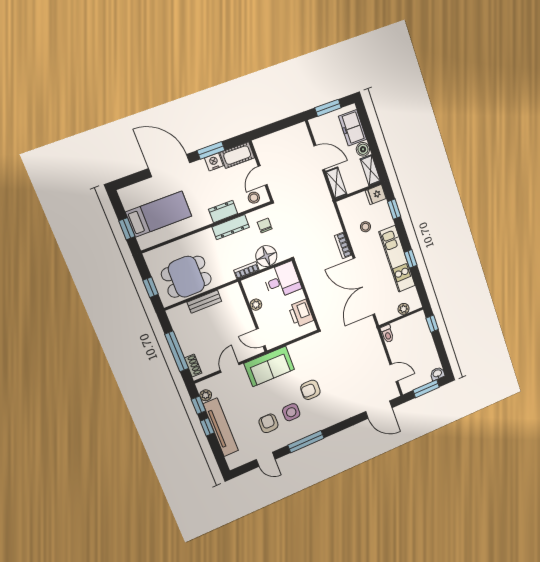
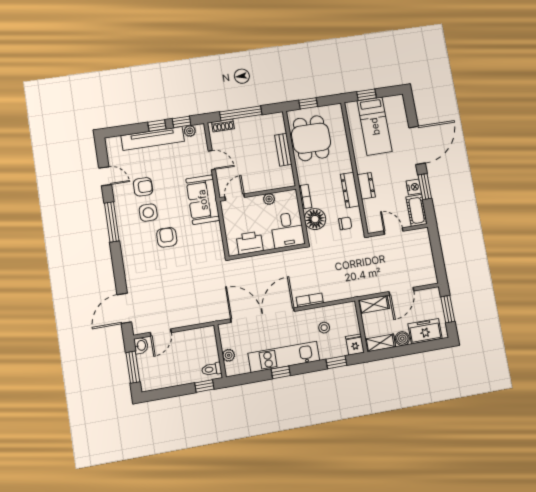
stool: (254, 198) -> (374, 218), removed
toilet: (387, 334) -> (212, 369), moved
washbasin: (437, 374) -> (141, 346), moved
door: (266, 459) -> (105, 176), swing flipped

